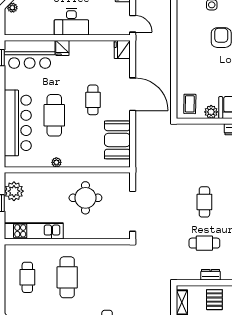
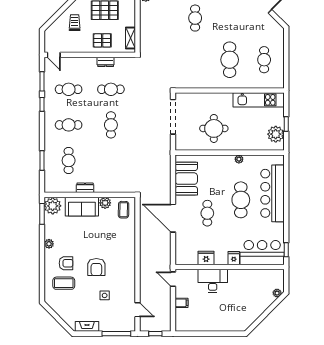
desk: (71, 22) -> (213, 281), moved
fridge: (122, 49) -> (206, 258), moved, turned -90
pallet: (214, 300) -> (102, 40), turned 90

